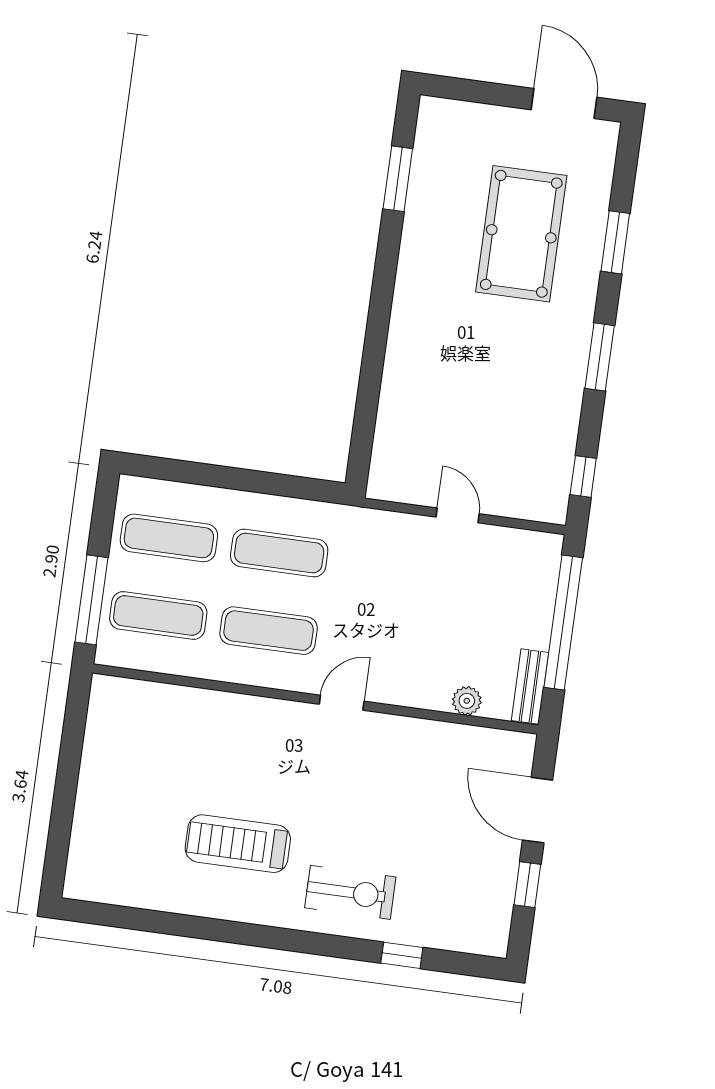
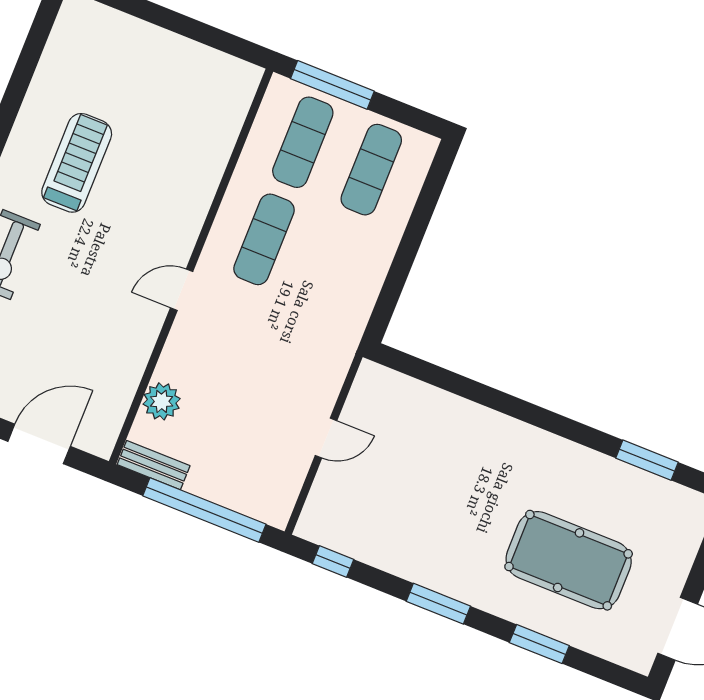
exercise mat: (279, 553) -> (332, 267), removed
plant: (467, 701) -> (162, 401), width x1.38, depth x1.38
door: (342, 703) -> (182, 290), swing flipped

